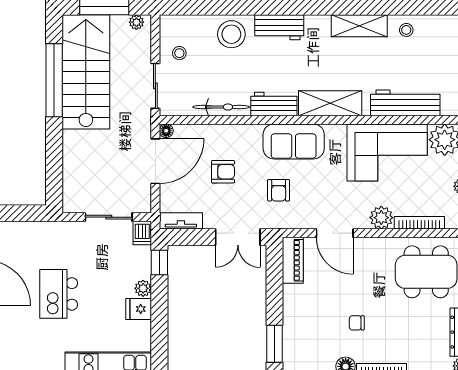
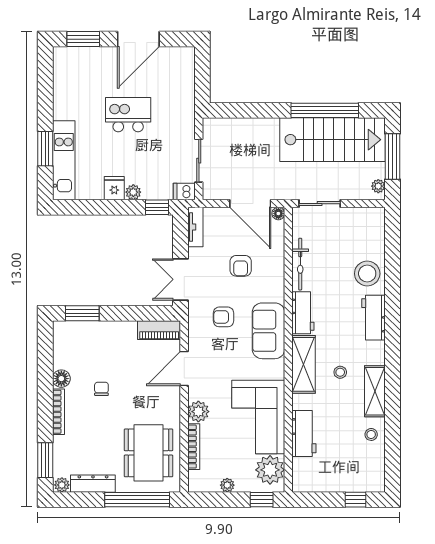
stool: (179, 53) -> (340, 372), moved
workbench: (405, 103) -> (304, 433), width x0.73

